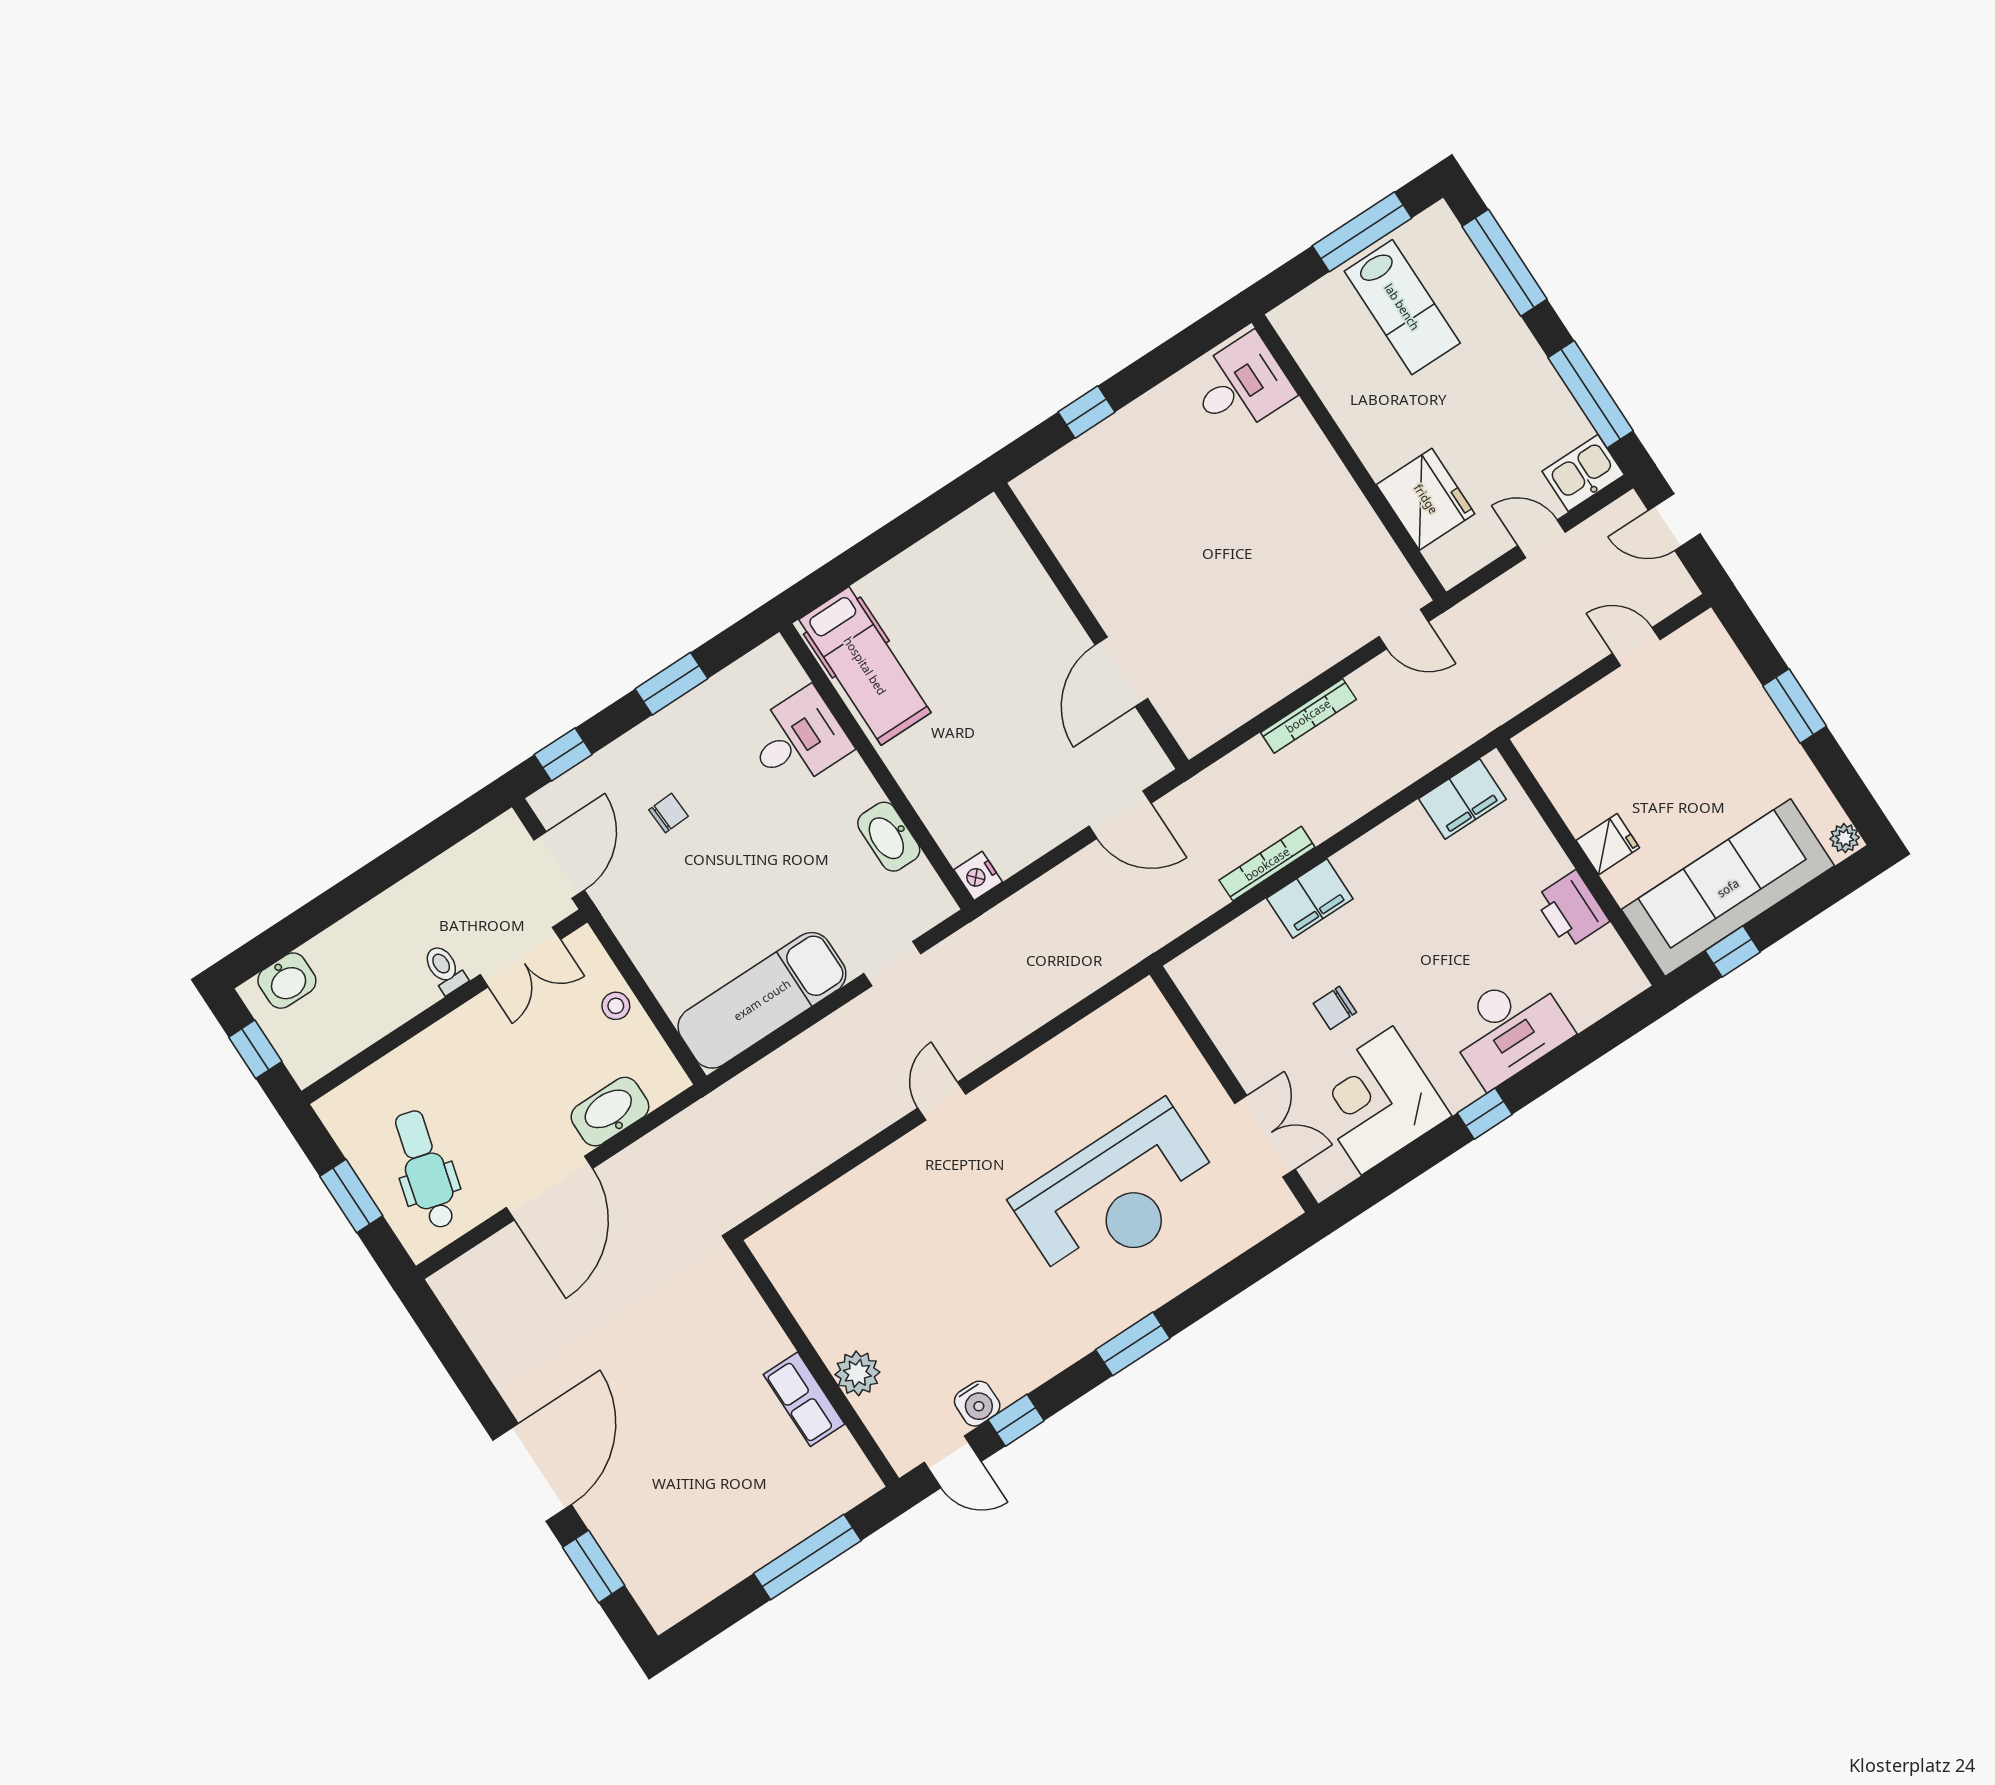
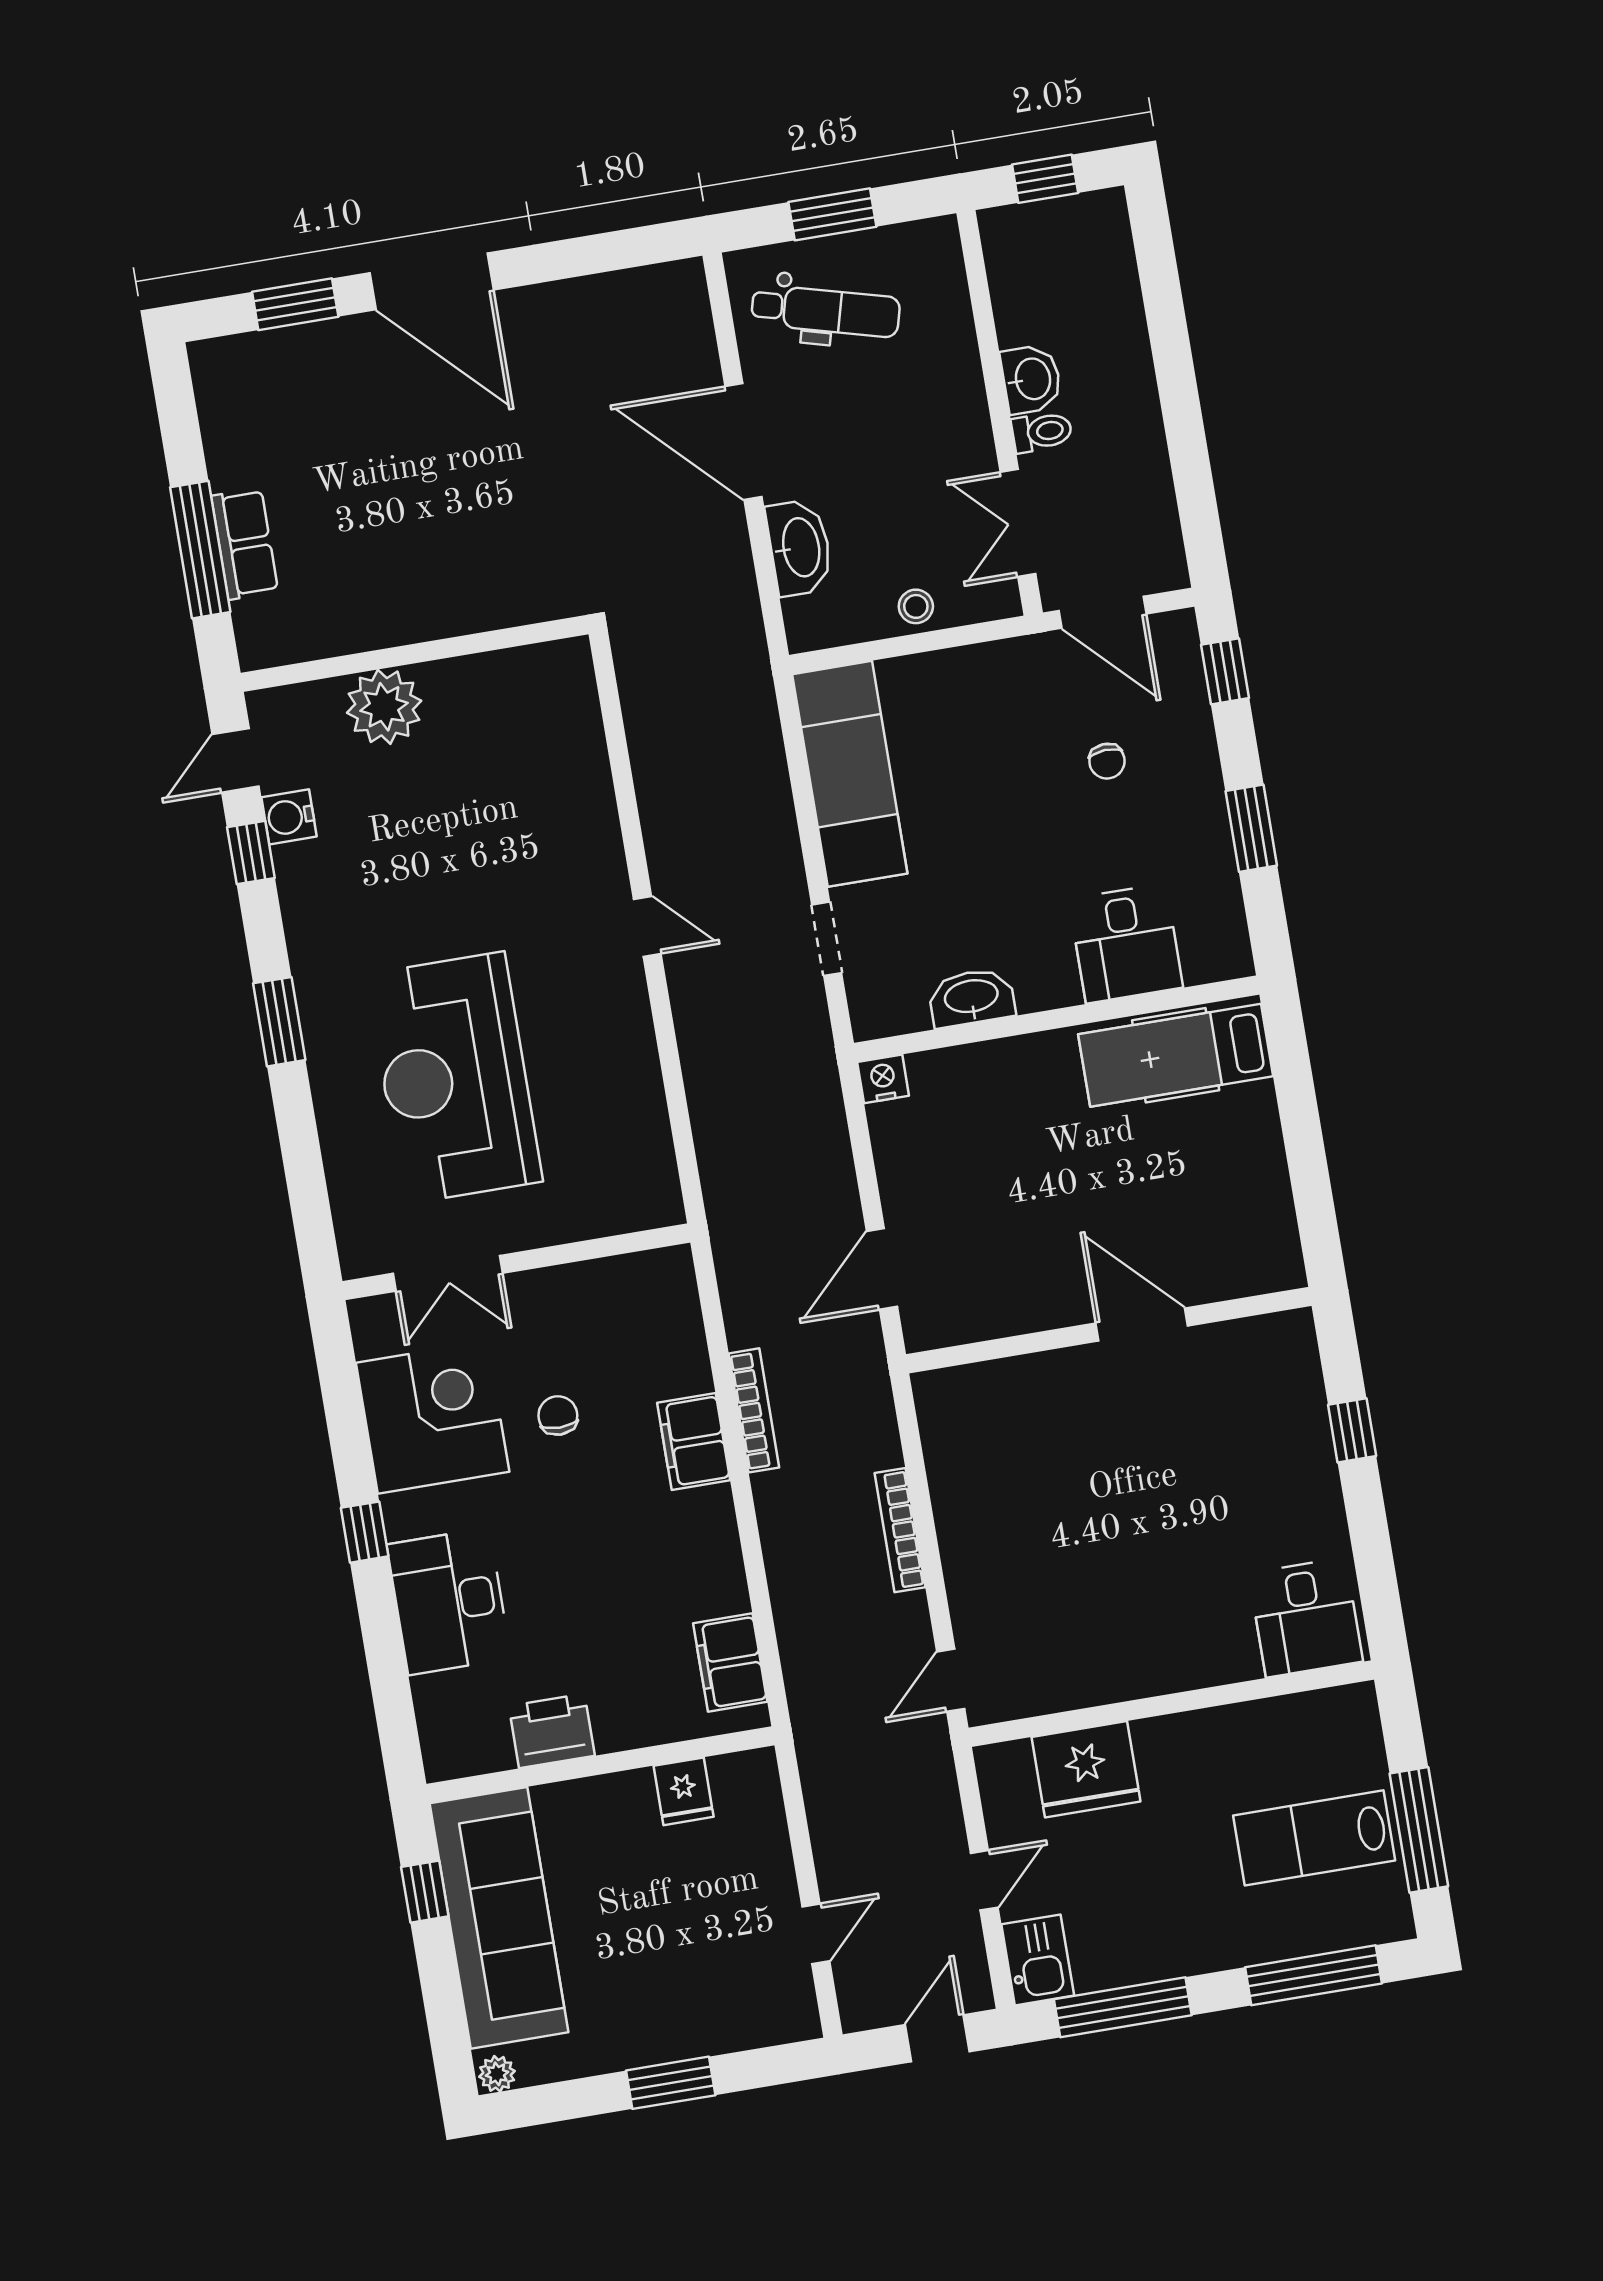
door: (1121, 672) -> (1142, 1325), moved
fridge: (1608, 844) -> (684, 1791), moved
washbasin: (287, 981) -> (1031, 379), moved, turned 180
plant: (857, 1373) -> (384, 707), width x1.36, depth x1.36
row of seats: (804, 1399) -> (245, 544), moved, turned 90

